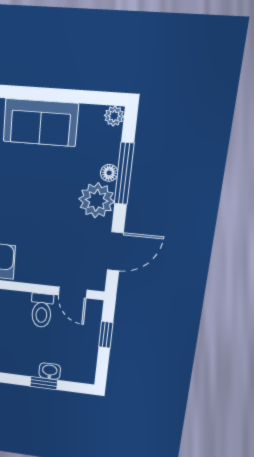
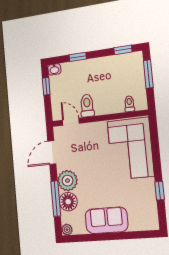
floor lamp: (109, 173) -> (68, 202), width x1.89, depth x1.89
window: (106, 335) -> (46, 86), moved
washbasin: (50, 371) -> (54, 69), moved

